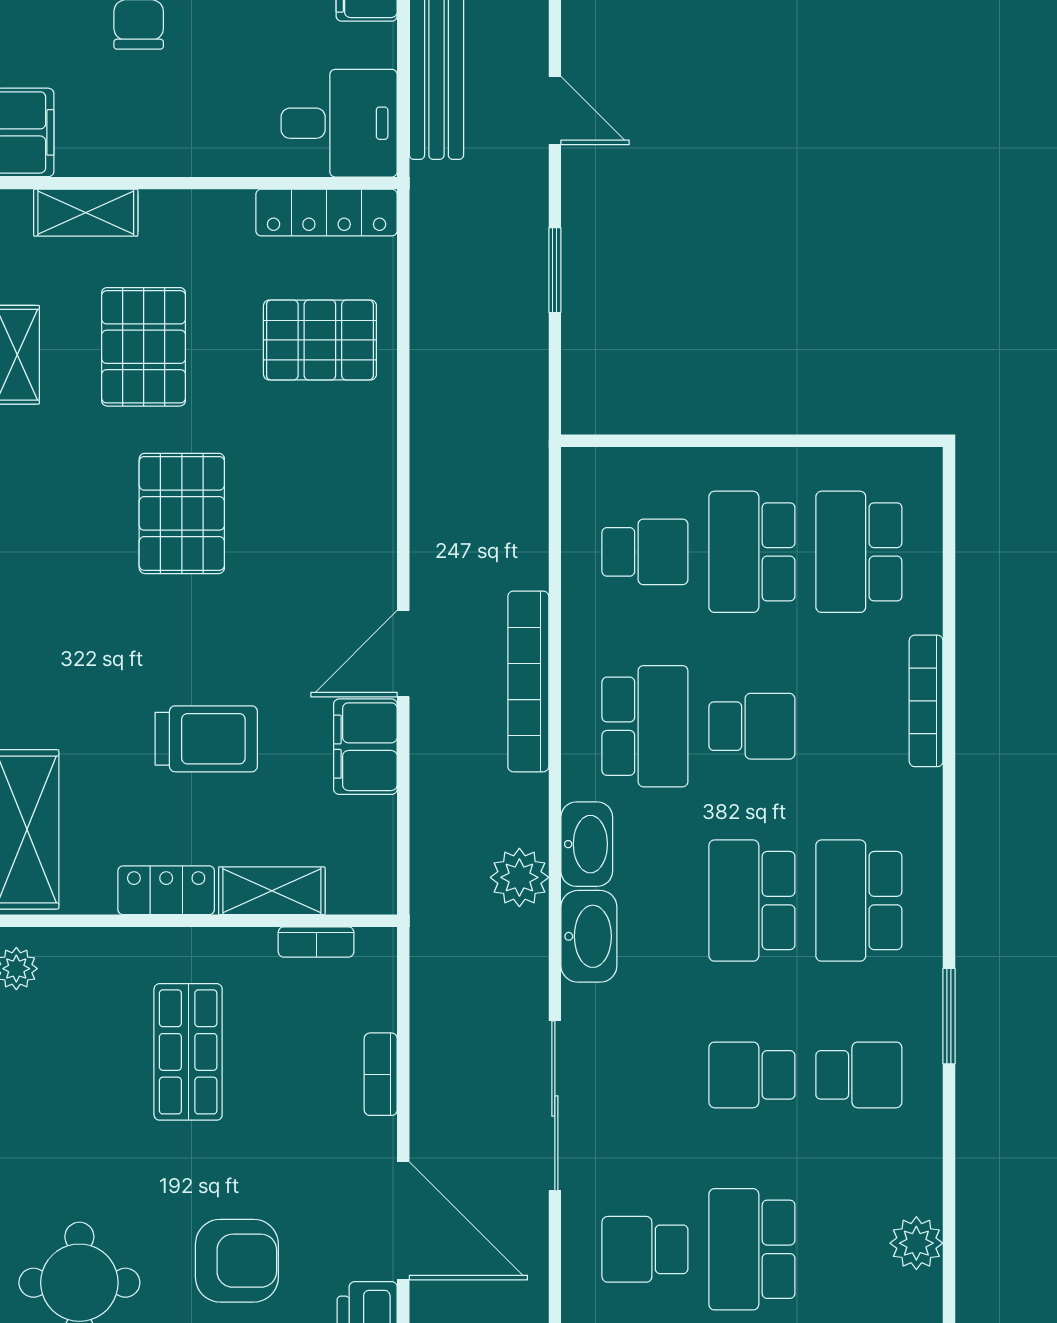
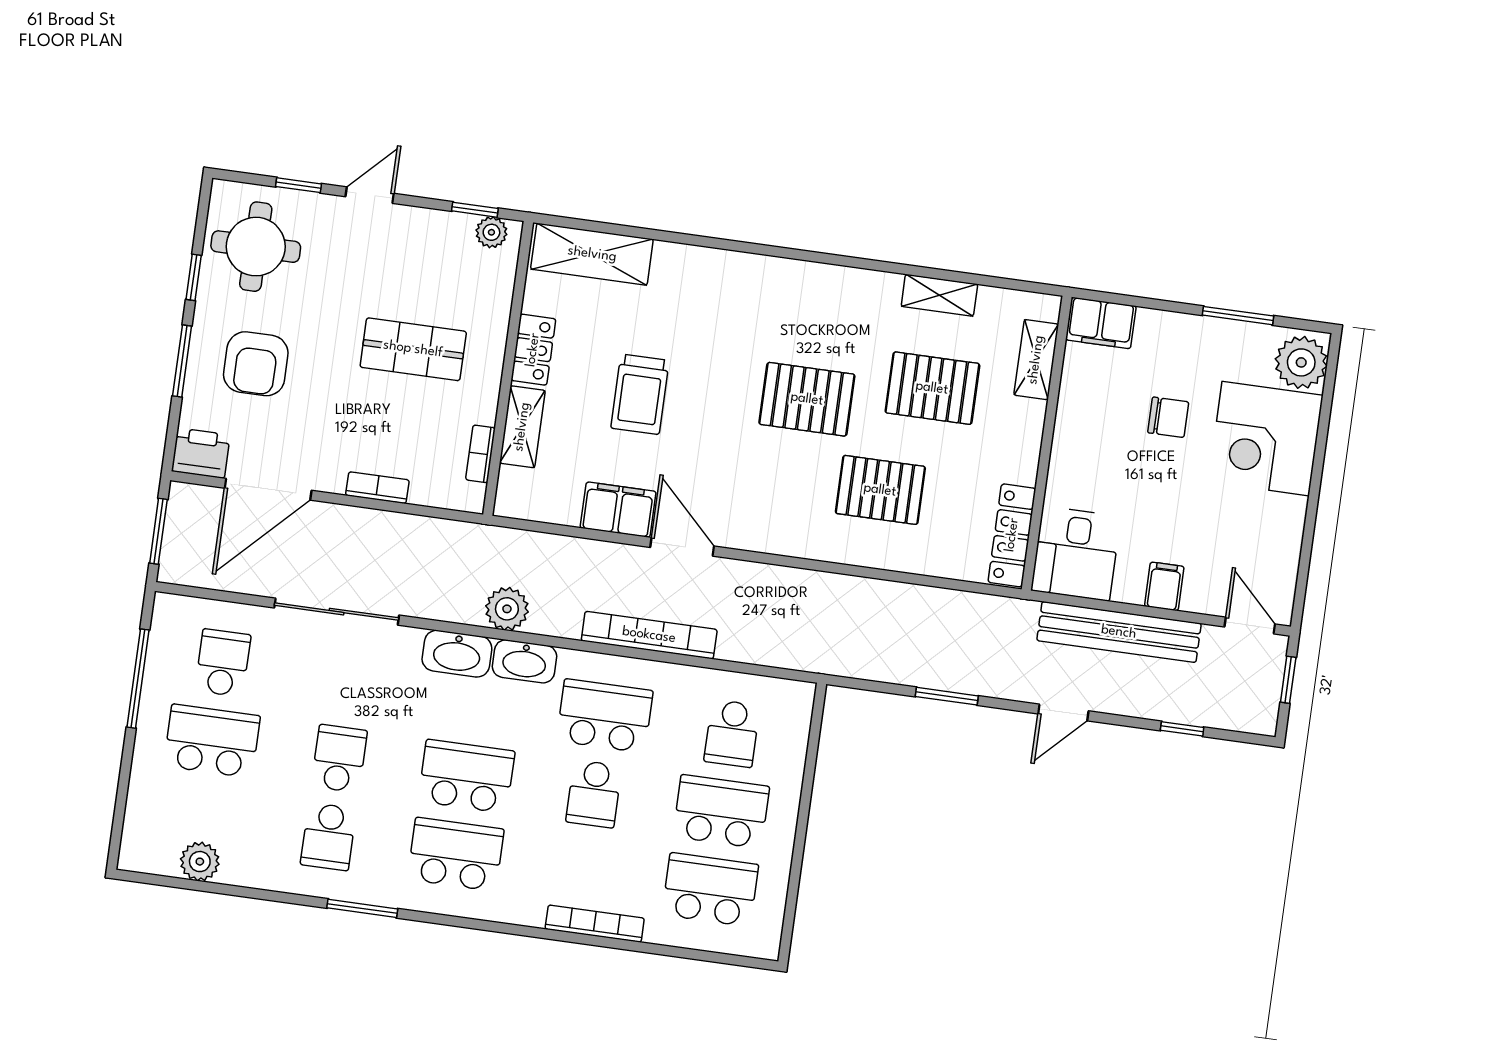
pallet: (320, 340) -> (880, 490), moved, turned 90
school desk: (645, 726) -> (605, 716), turned 180

